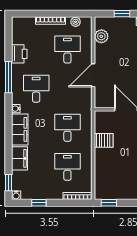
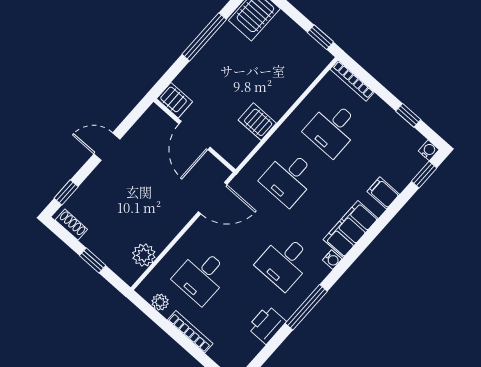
door: (93, 75) -> (213, 198), moved
filing cabinet: (19, 158) -> (383, 193), width x0.50

